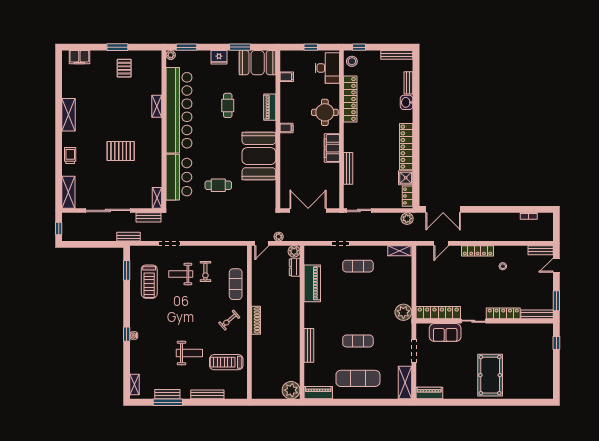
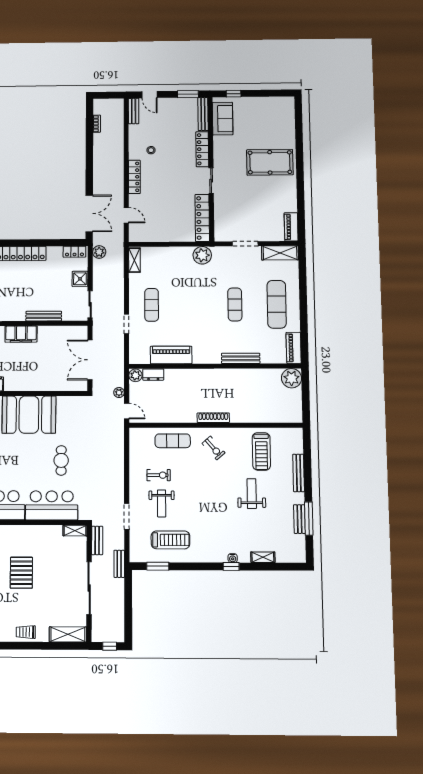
shower: (406, 178) -> (80, 279), moved
sofa: (445, 332) -> (223, 119), moved
shelving: (135, 385) -> (263, 557), moved

